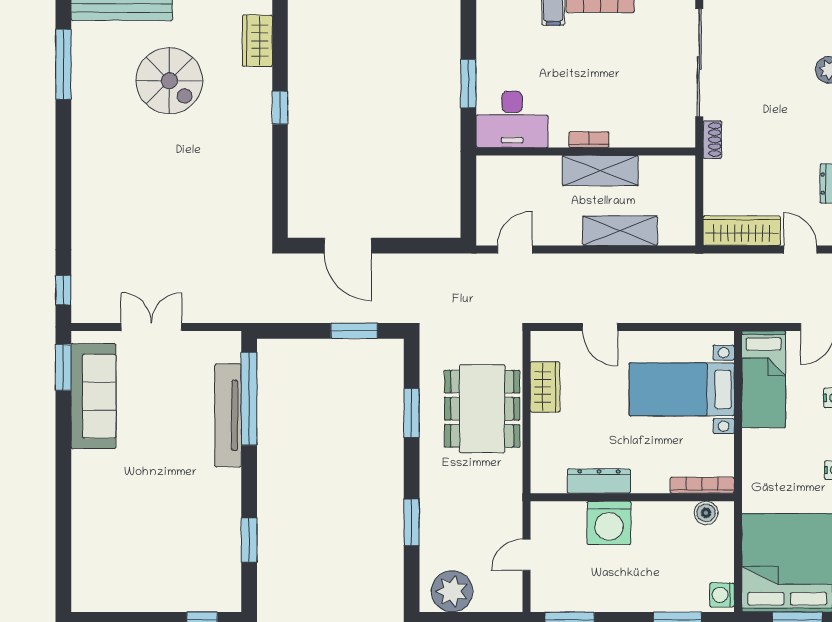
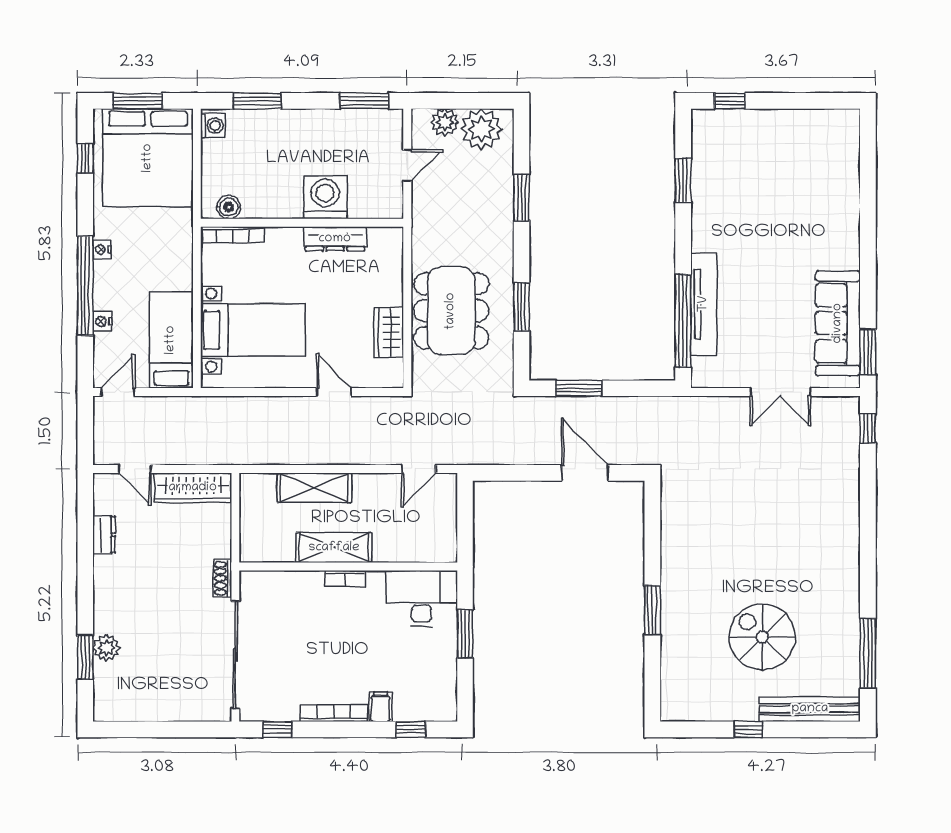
wardrobe: (257, 41) -> (675, 677), removed
window: (280, 108) -> (652, 610), width x1.50
plant: (489, 598) -> (445, 122), added

